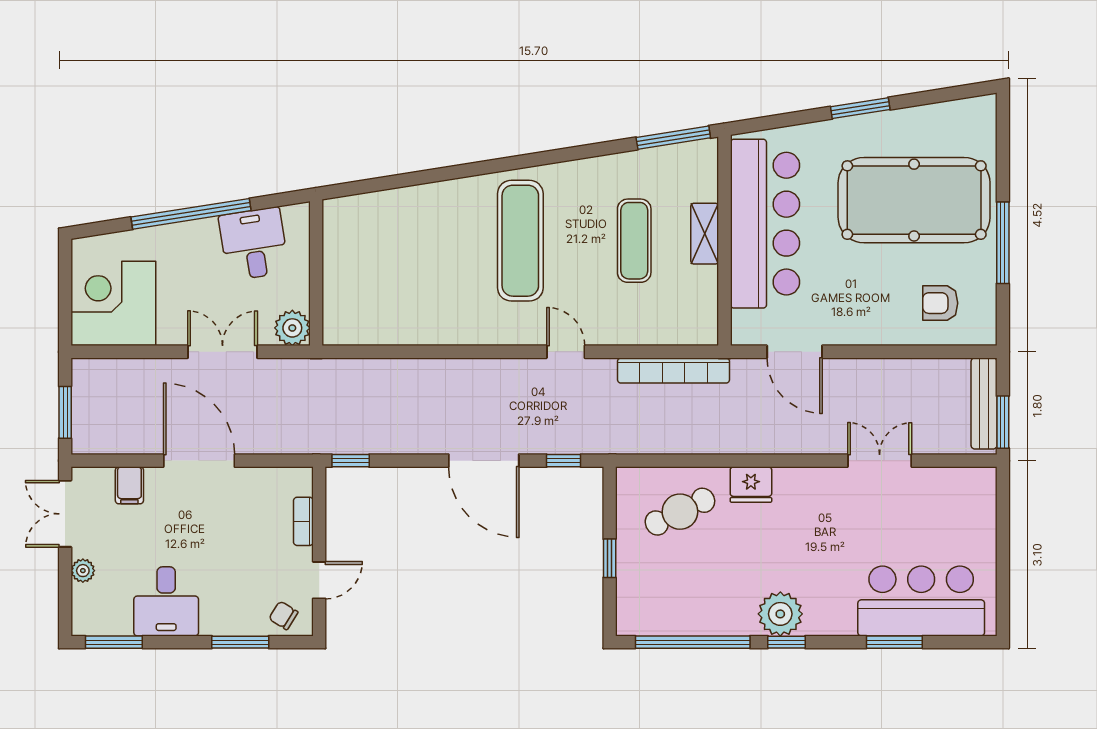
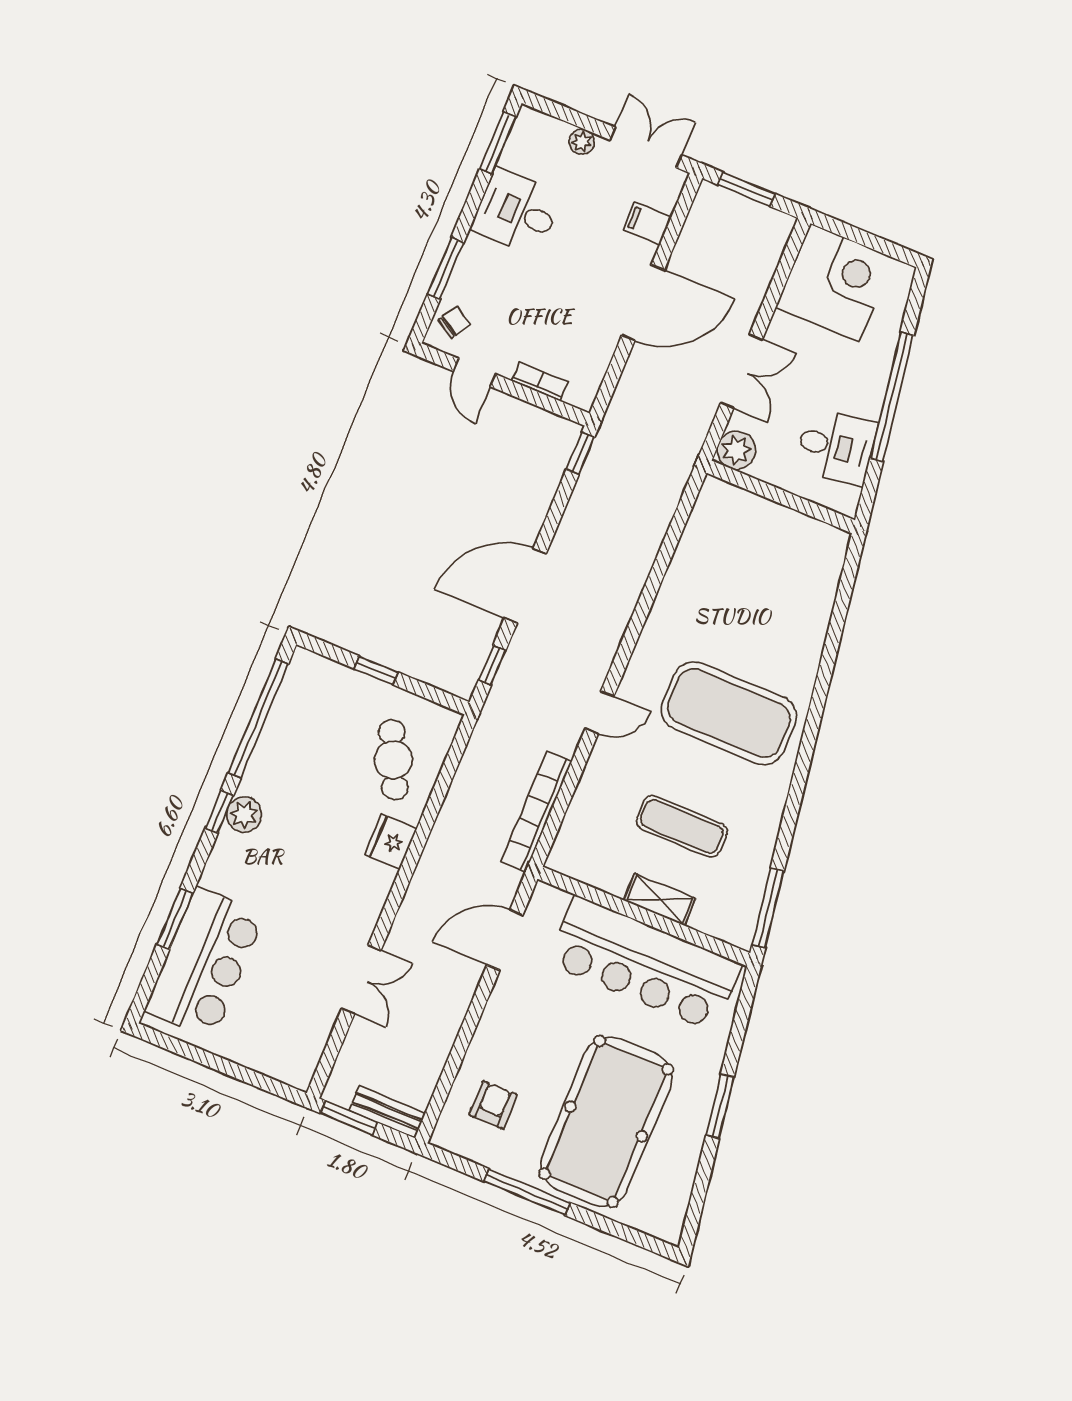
exercise mat: (520, 241) -> (729, 713), width x1.47
bench: (984, 403) -> (387, 1112), width x0.73
plant: (780, 614) -> (244, 815), width x0.73, depth x0.73

